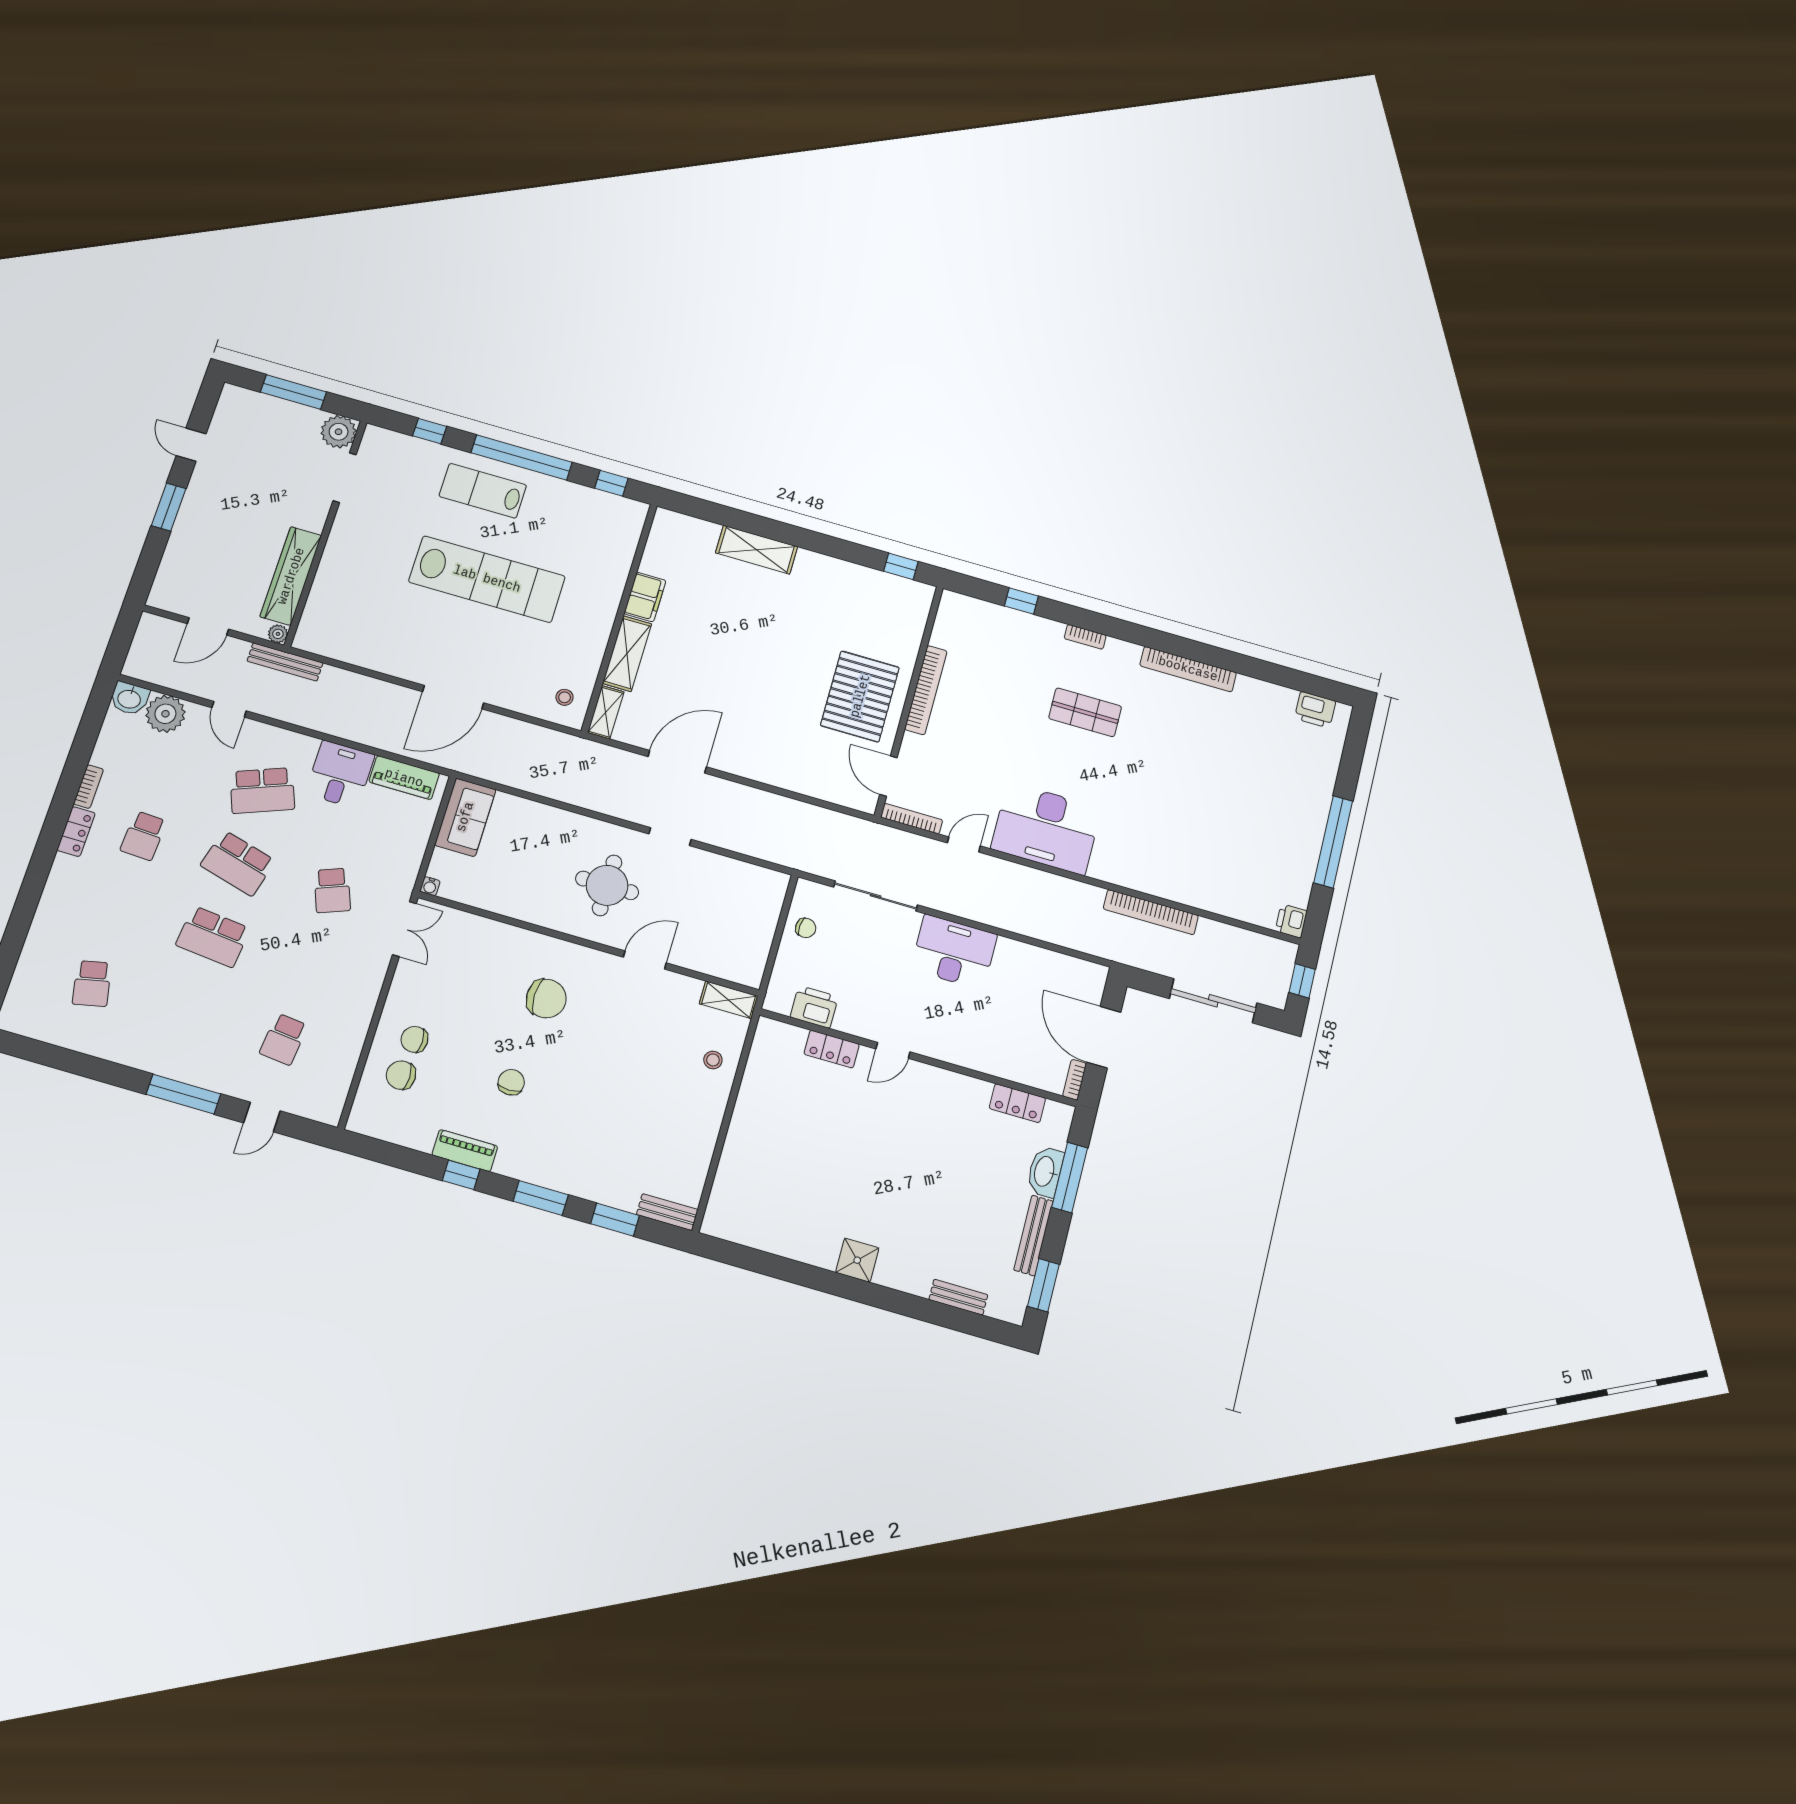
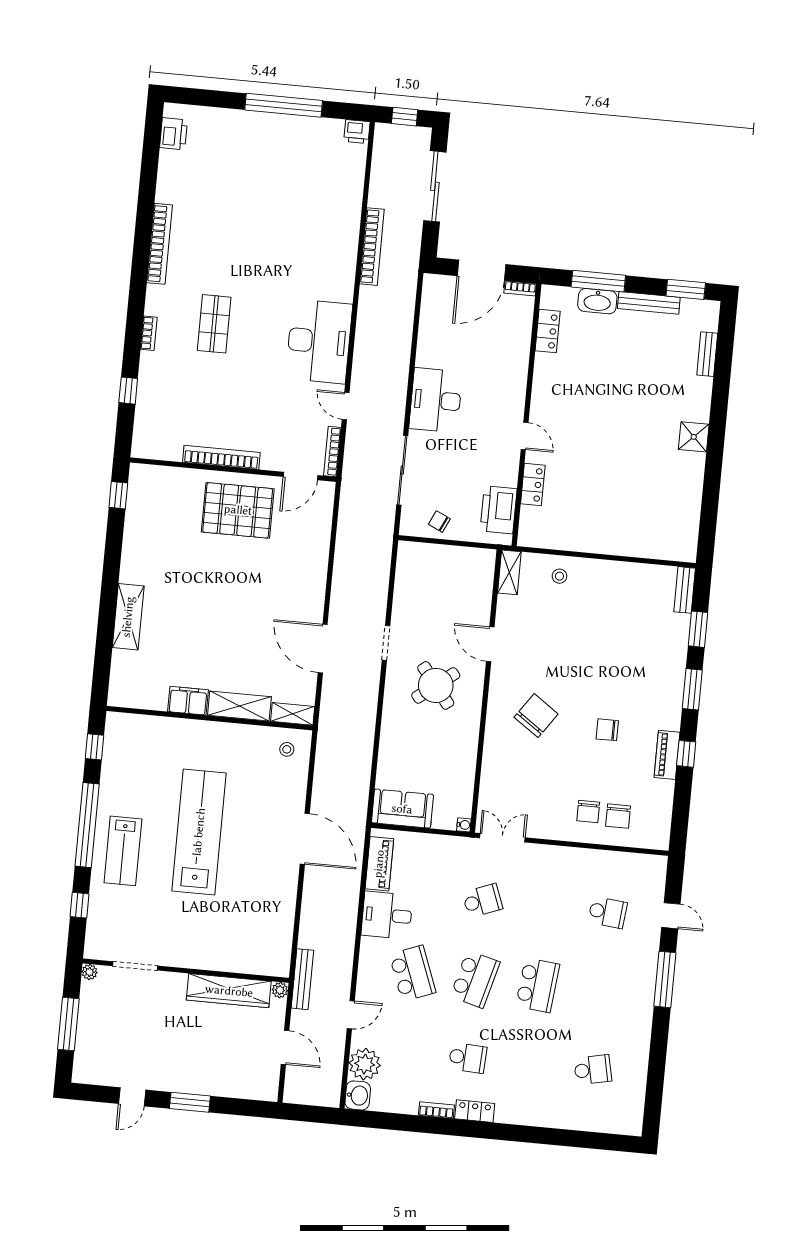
plant: (339, 432) -> (90, 972), width x0.53, depth x0.53
round table: (607, 885) -> (436, 685), turned -38
chair: (806, 928) -> (439, 522), turned -70
chair: (546, 999) -> (536, 716), turned 35
printer: (814, 1007) -> (499, 510), width x1.37, depth x1.19

